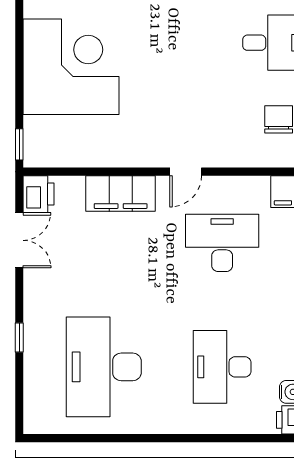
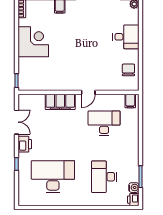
corner desk: (71, 67) -> (33, 42), width x0.74, depth x0.74
printer: (38, 194) -> (25, 144), moved
desk: (104, 367) -> (53, 177), turned 90

